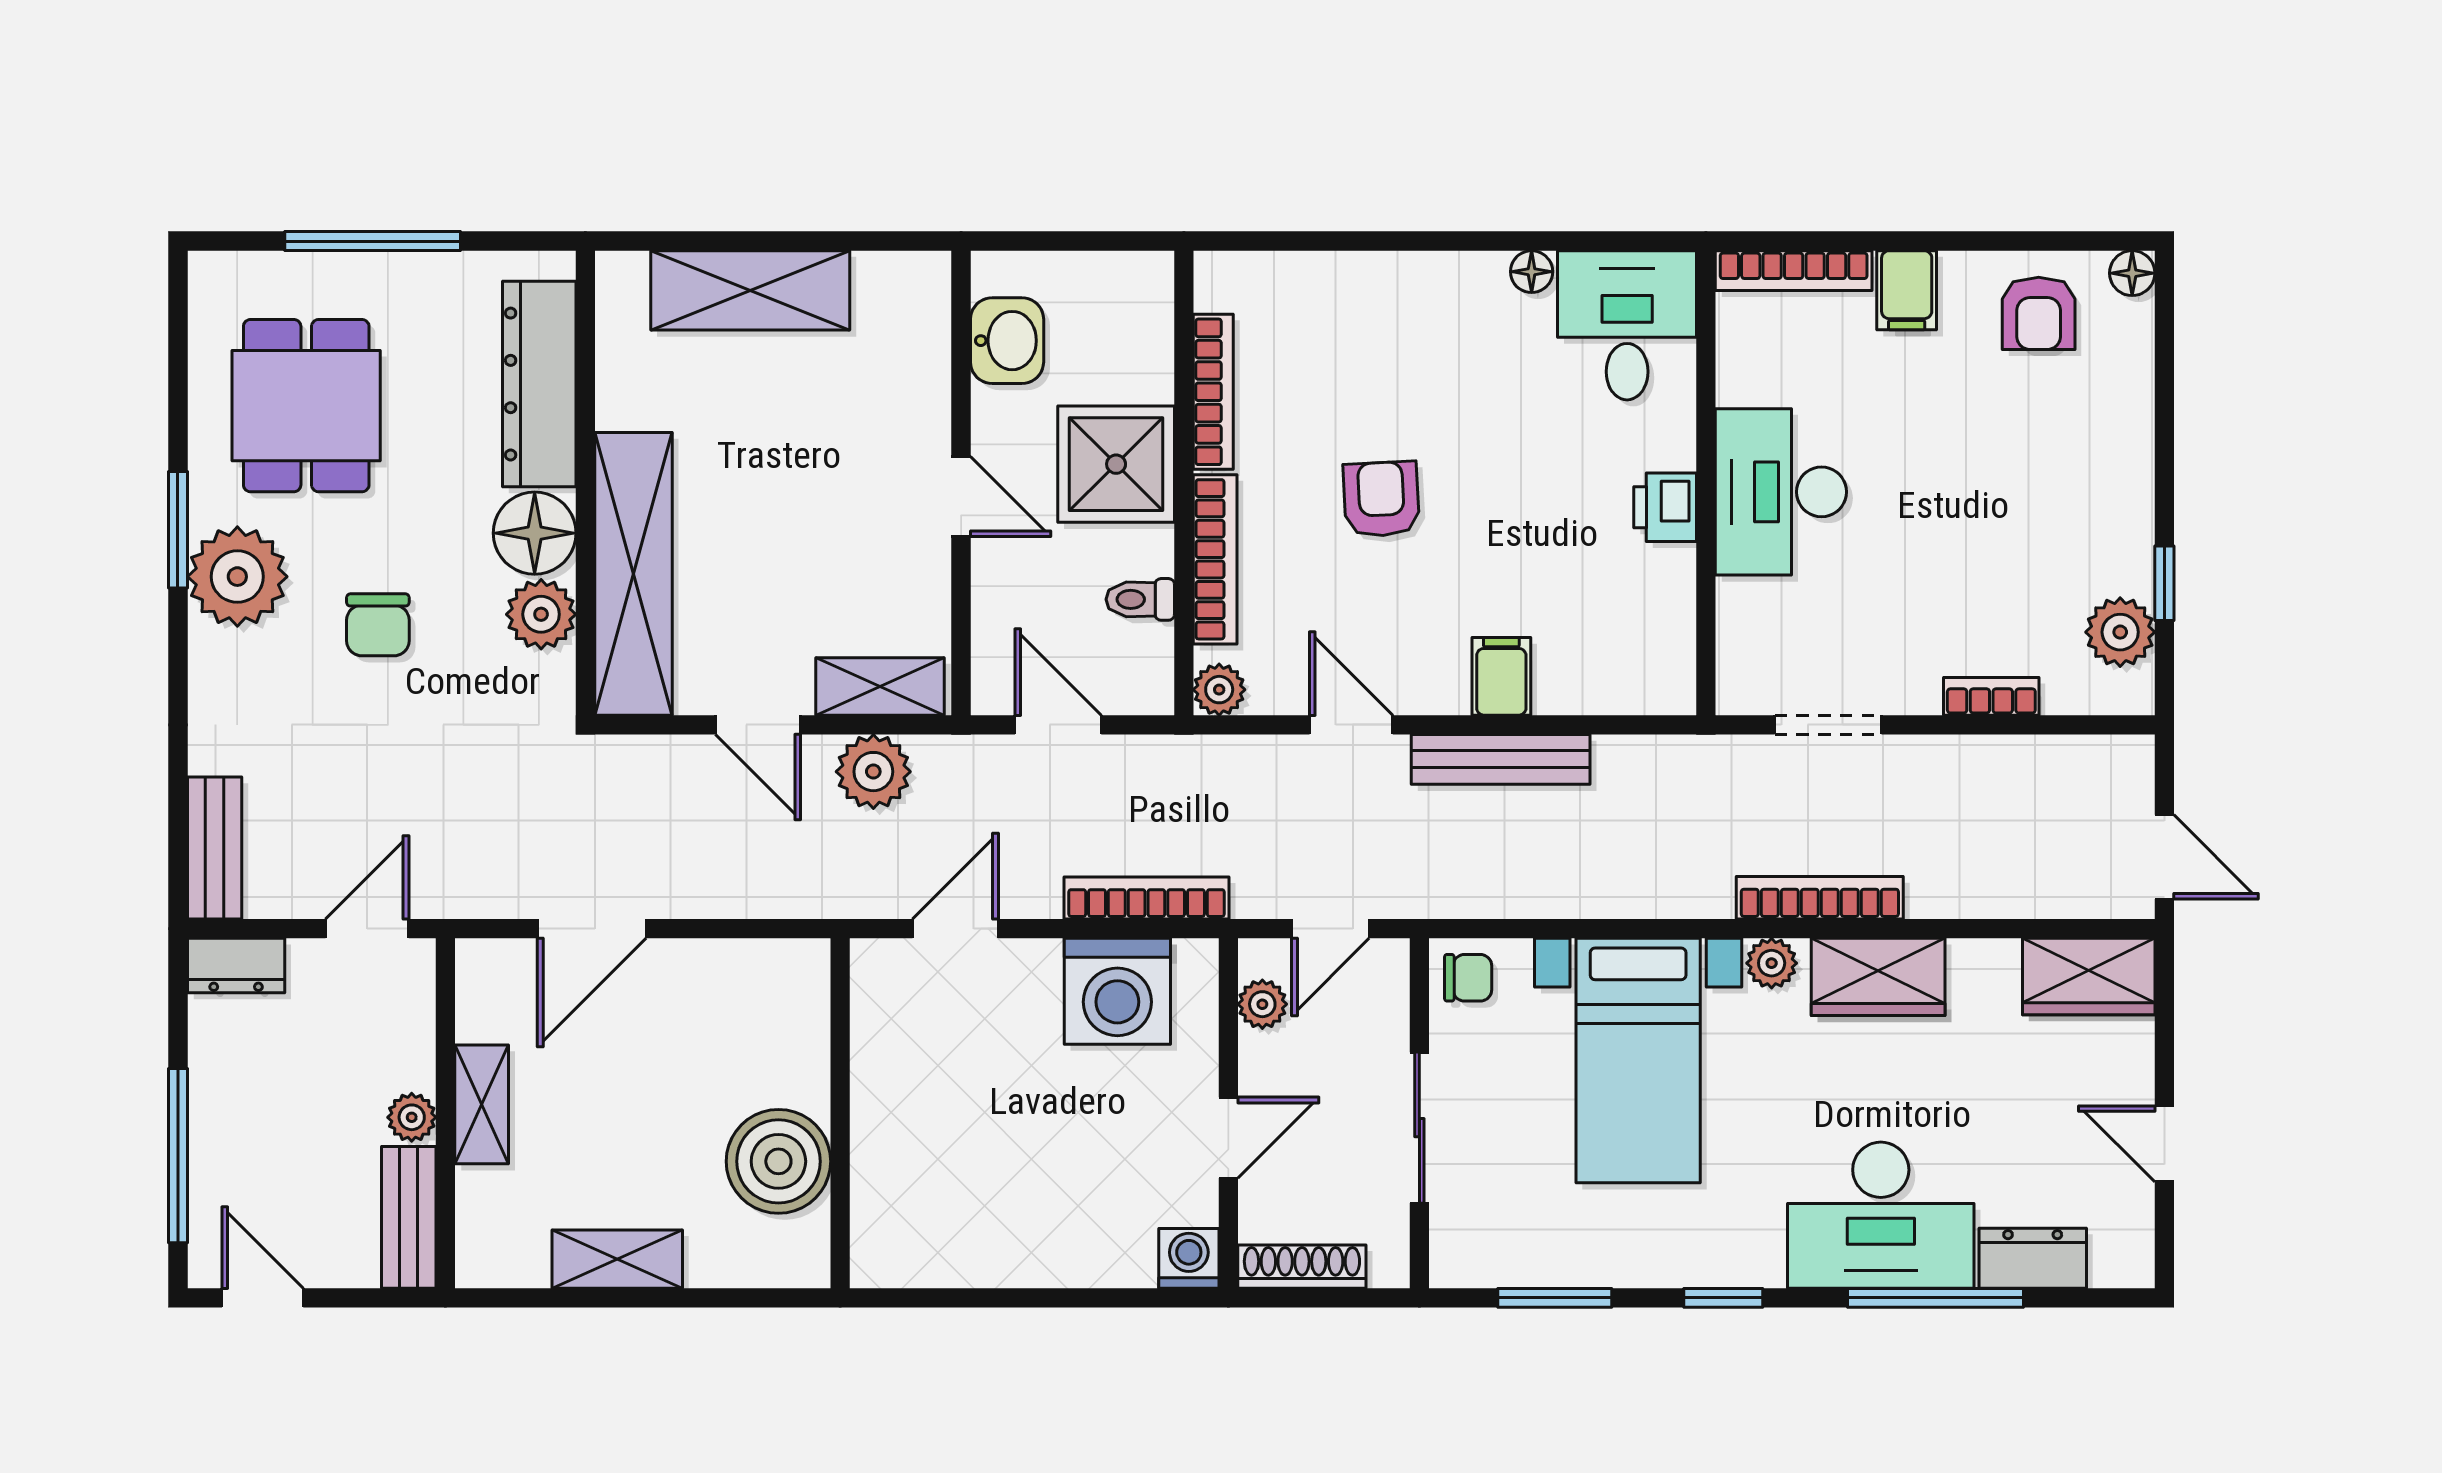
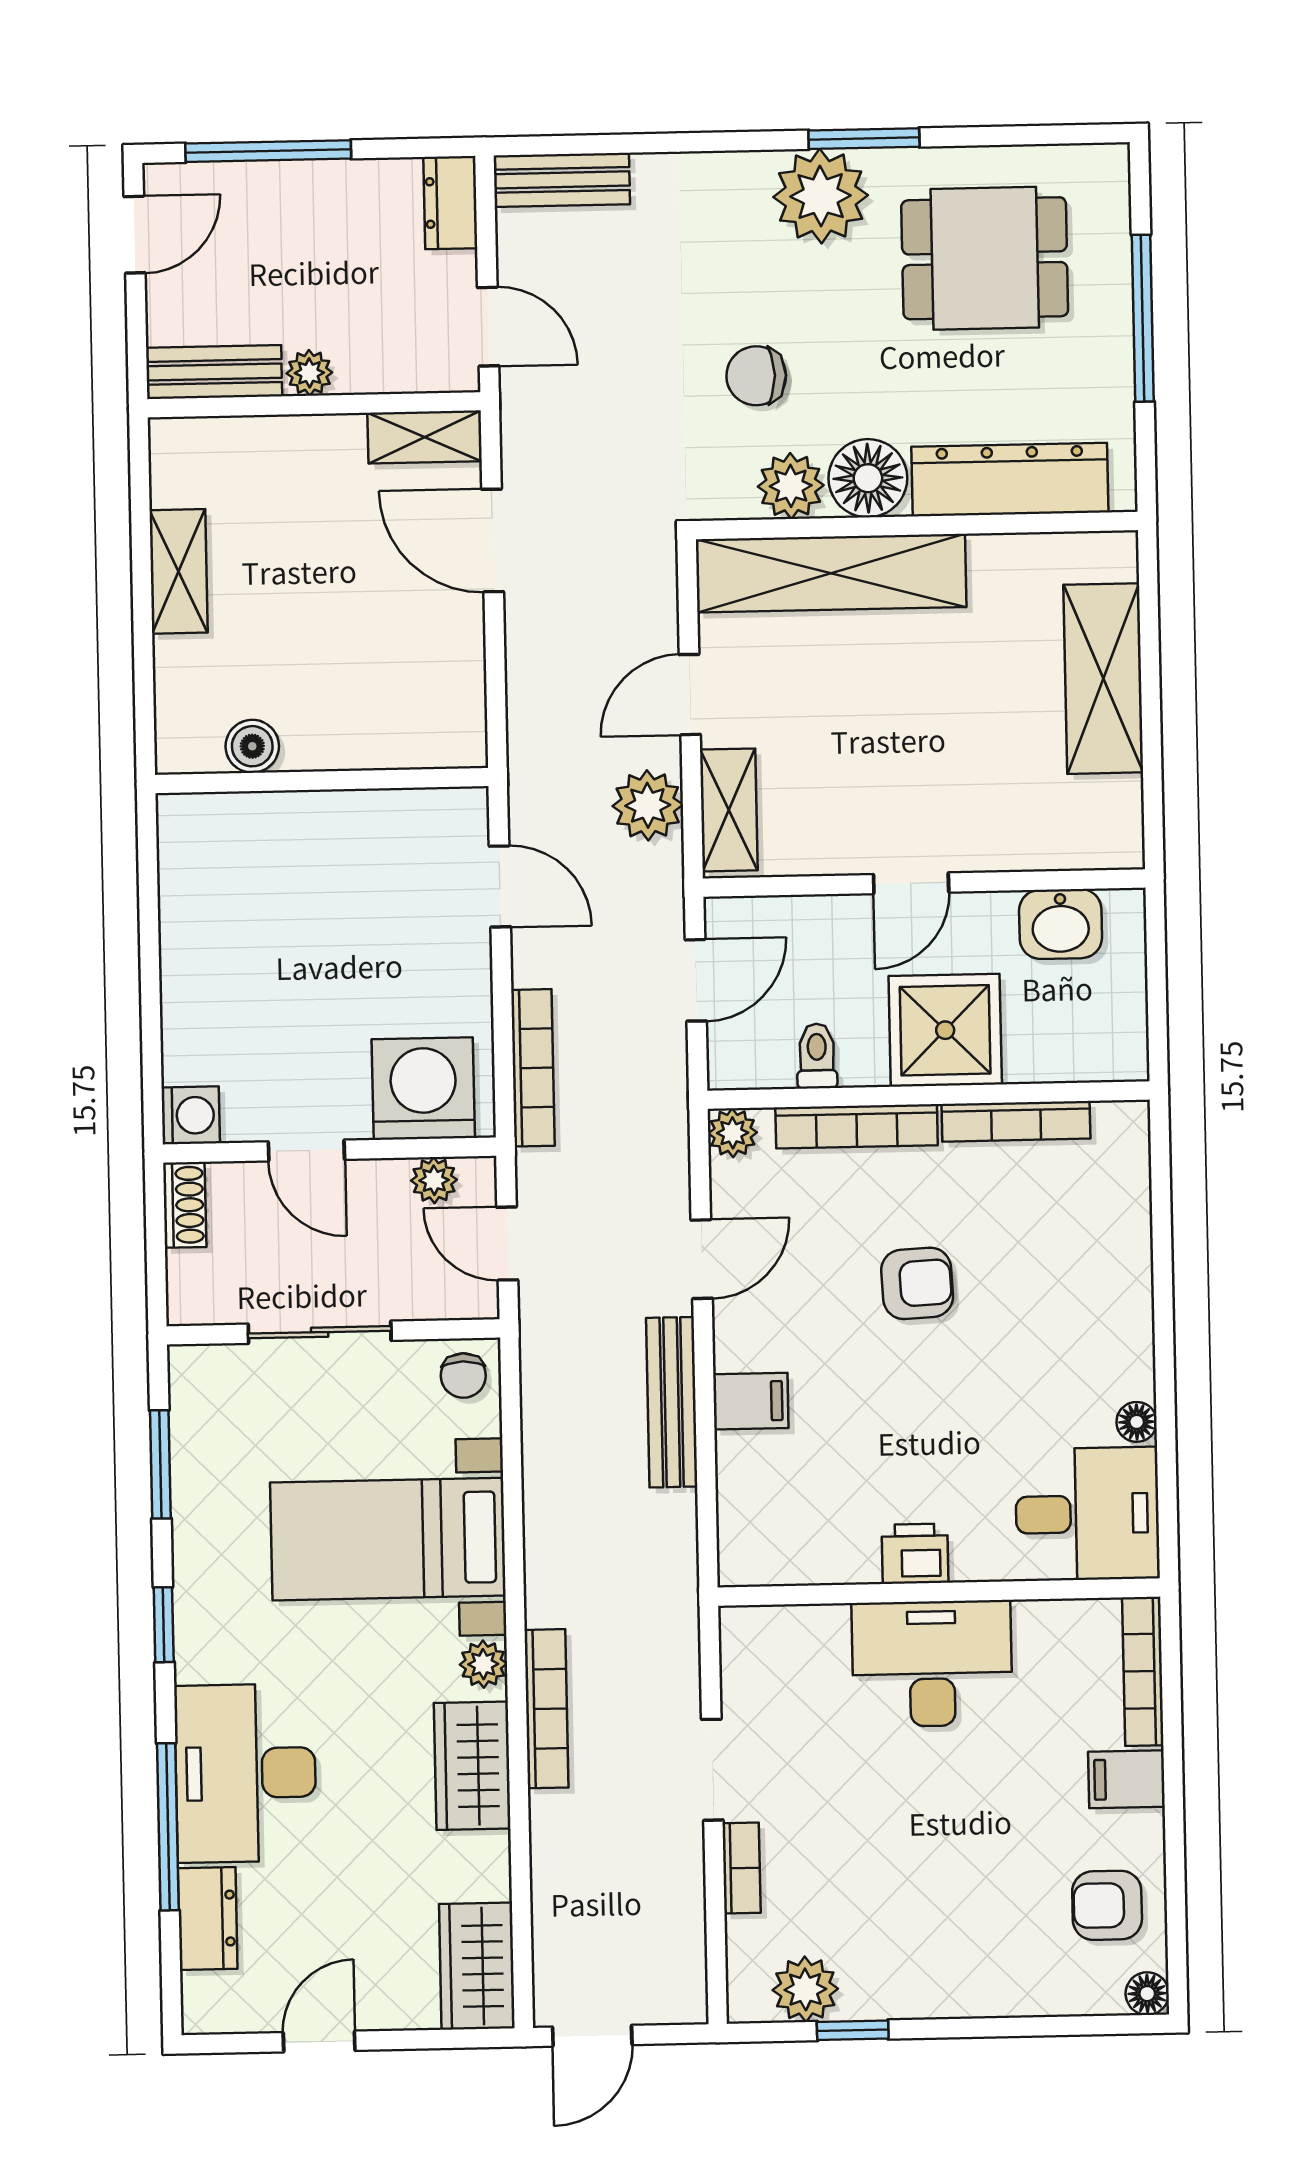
chair: (378, 625) -> (756, 376), moved
doorway: (1828, 725) -> (712, 1770), moved
washing machine: (1117, 991) -> (423, 1089), moved, turned 90
shelving: (482, 1104) -> (425, 437), moved
boiler: (778, 1161) -> (252, 746), width x0.54, depth x0.54
shoe rack: (1302, 1267) -> (185, 1205), width x0.70

